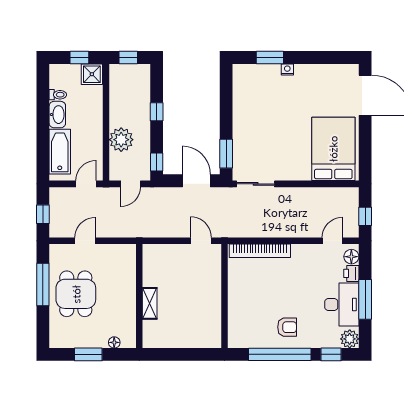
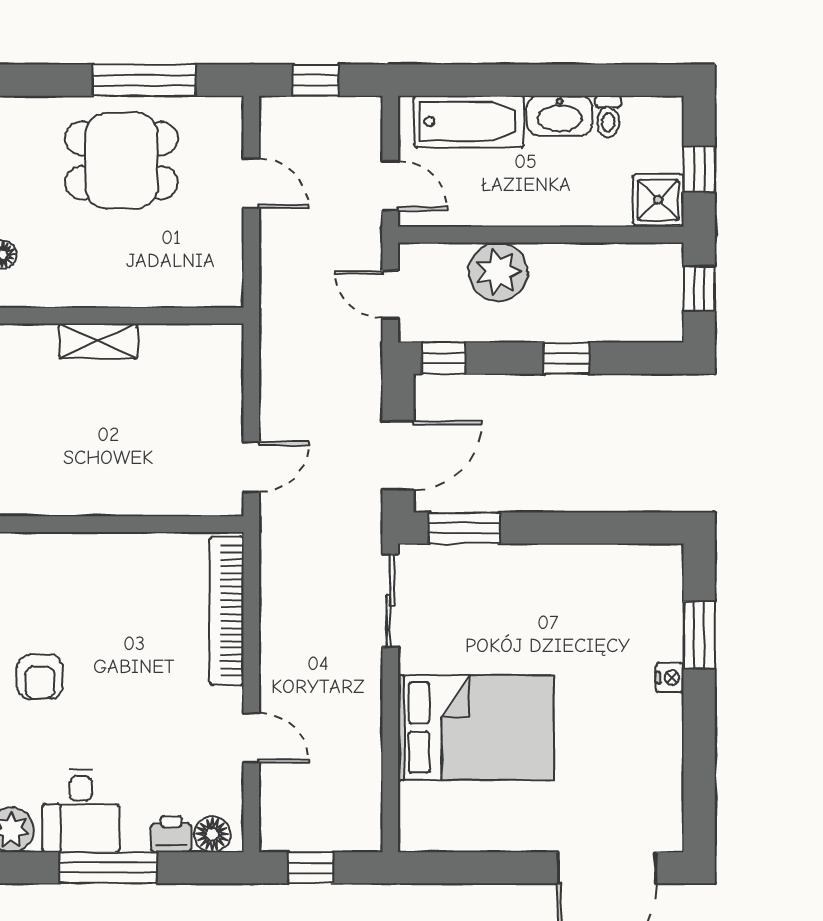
bed: (333, 149) -> (476, 728), moved
door: (332, 241) -> (251, 738), moved
desk: (342, 304) -> (81, 811), width x0.73

